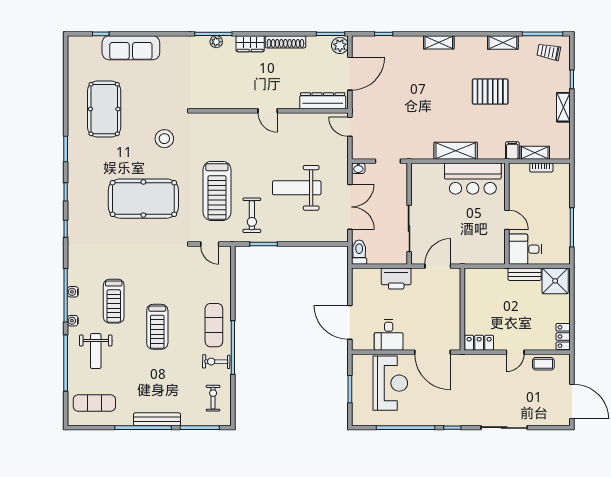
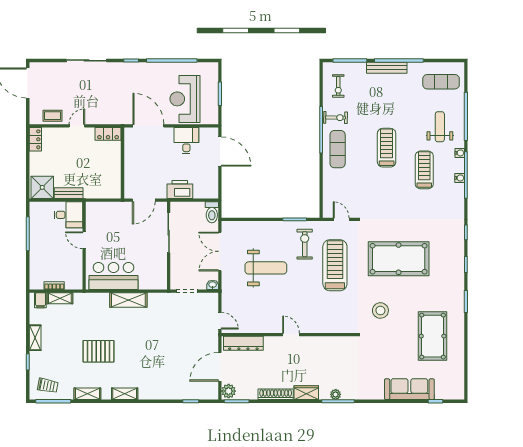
shelving: (439, 42) -> (125, 394), moved
filing cabinet: (512, 150) -> (40, 300), moved

